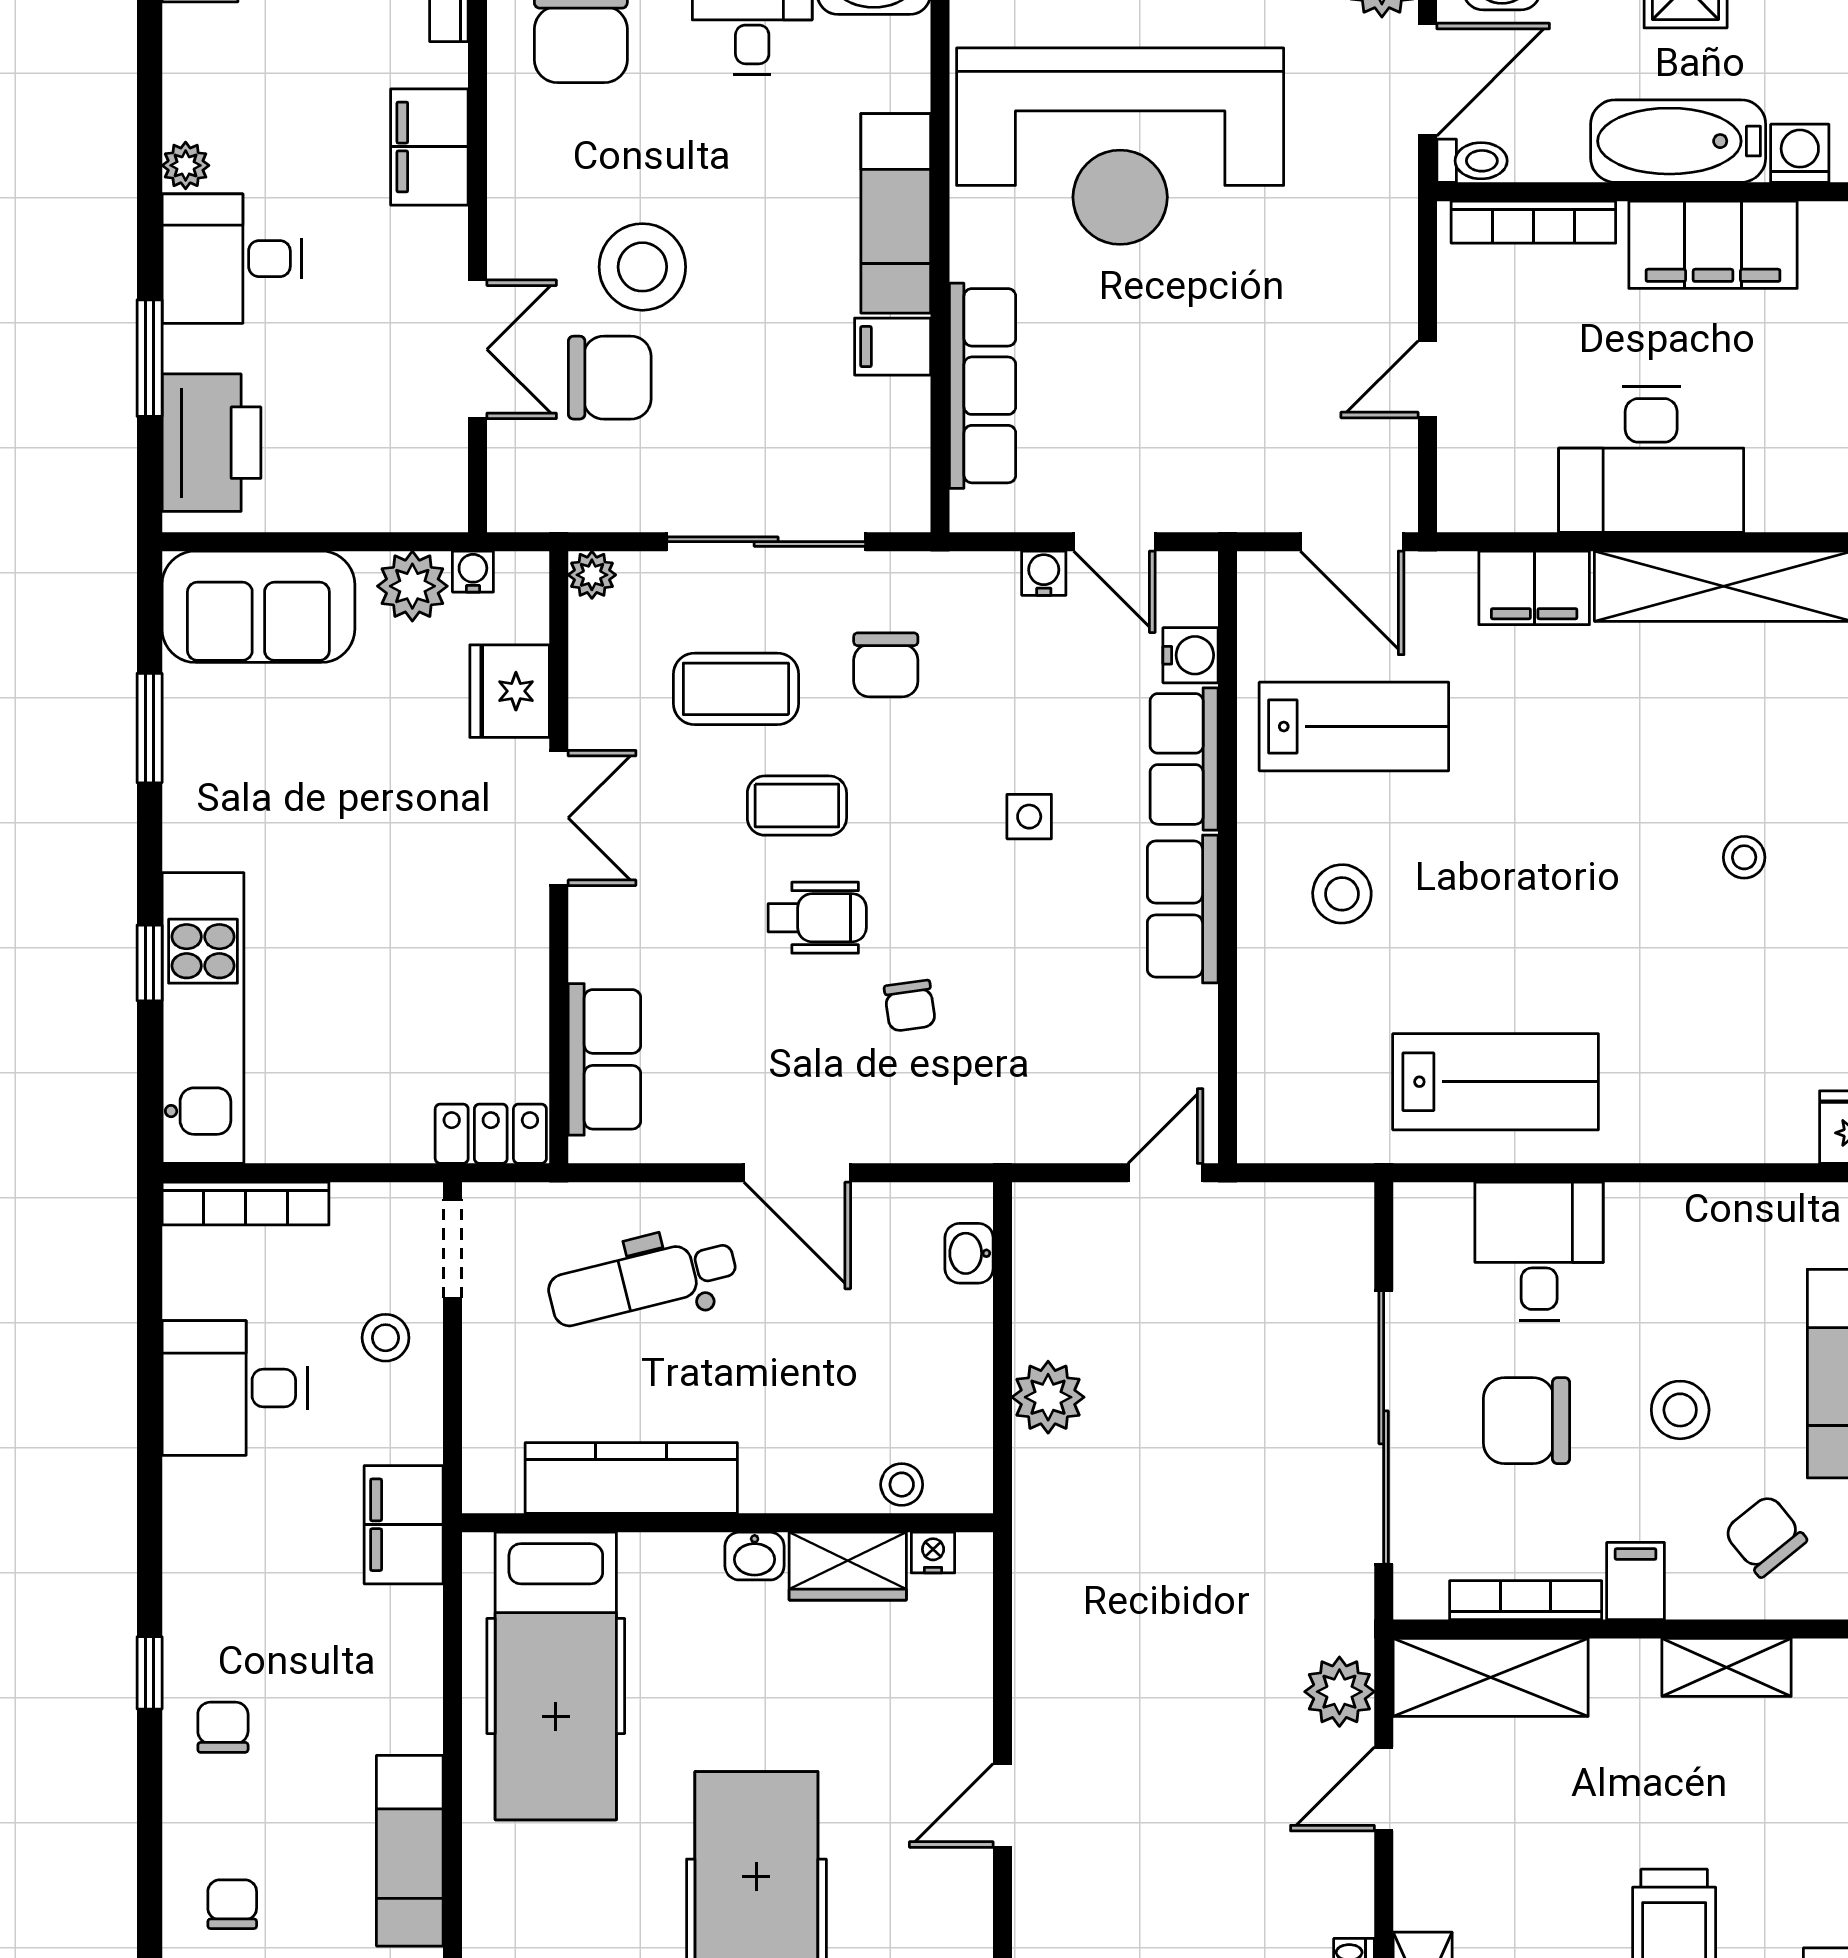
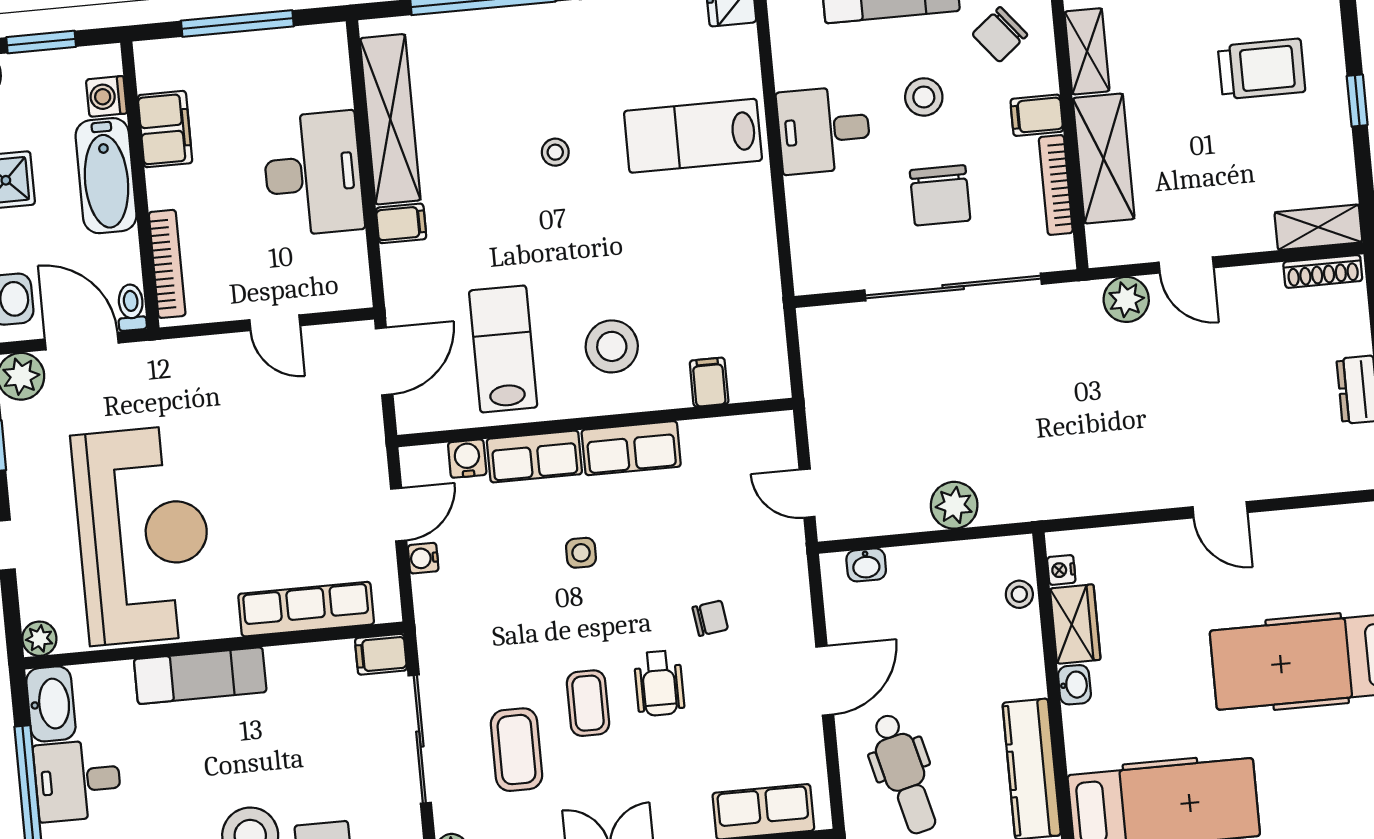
filing cabinet: (1713, 245) -> (165, 129), width x0.67, depth x0.86
filing cabinet: (893, 347) -> (381, 654), moved, turned 90
filing cabinet: (1534, 588) -> (401, 223), width x0.50
chair: (886, 665) -> (492, 654), removed
stool: (1744, 857) -> (555, 152), moved
stool: (1342, 894) -> (612, 346), width x1.38, depth x1.38
wheelchair: (817, 918) -> (659, 683), turned 180
filing cabinet: (1273, 1038) -> (709, 382), added
lab bench: (1496, 1082) -> (693, 136), moved, turned -90
door: (1166, 1173) -> (807, 493), moved
desk: (1539, 1251) -> (824, 130), moved
shelving: (1491, 1677) -> (1104, 159), moved

